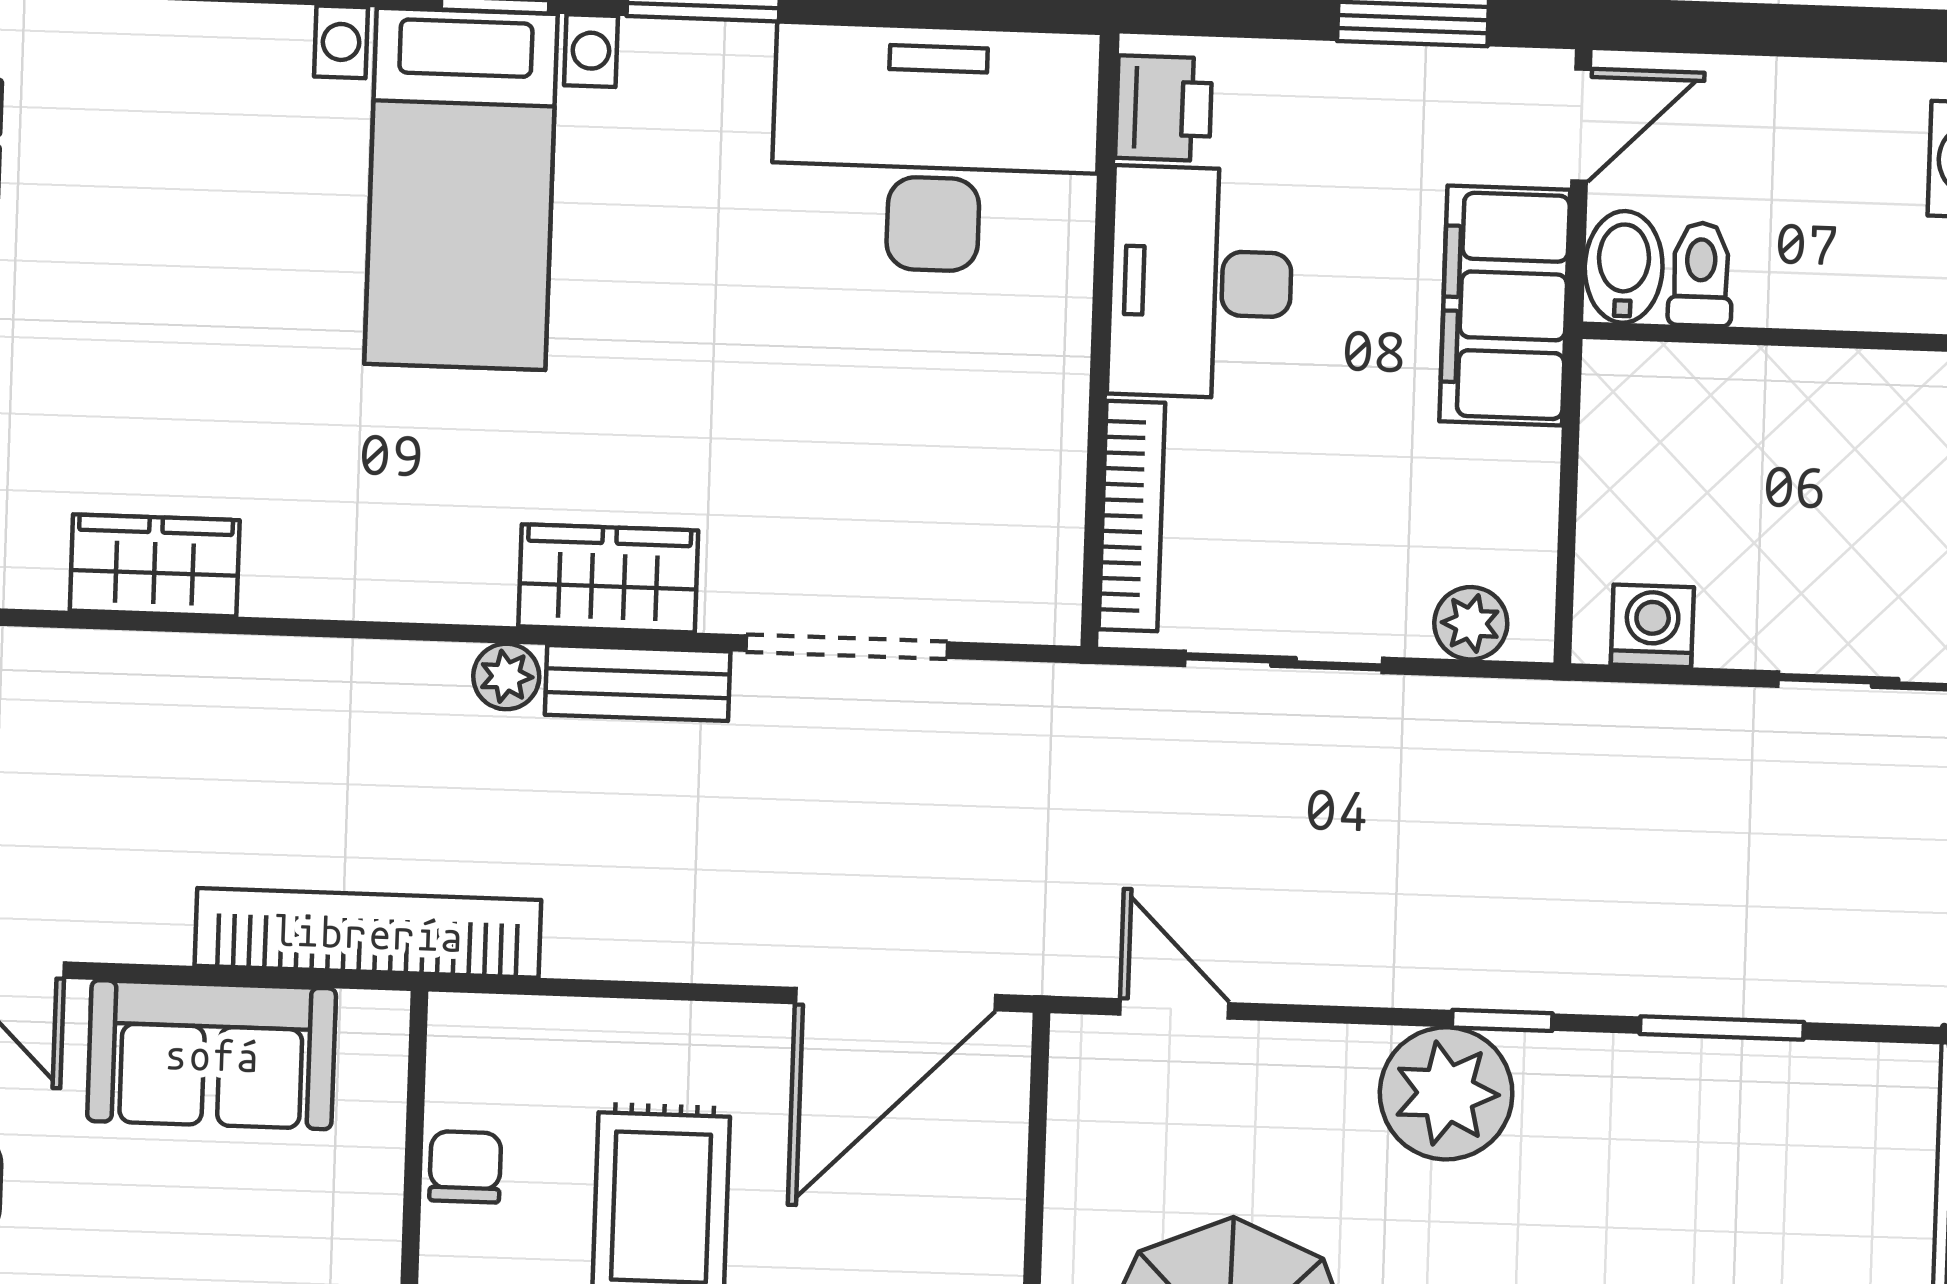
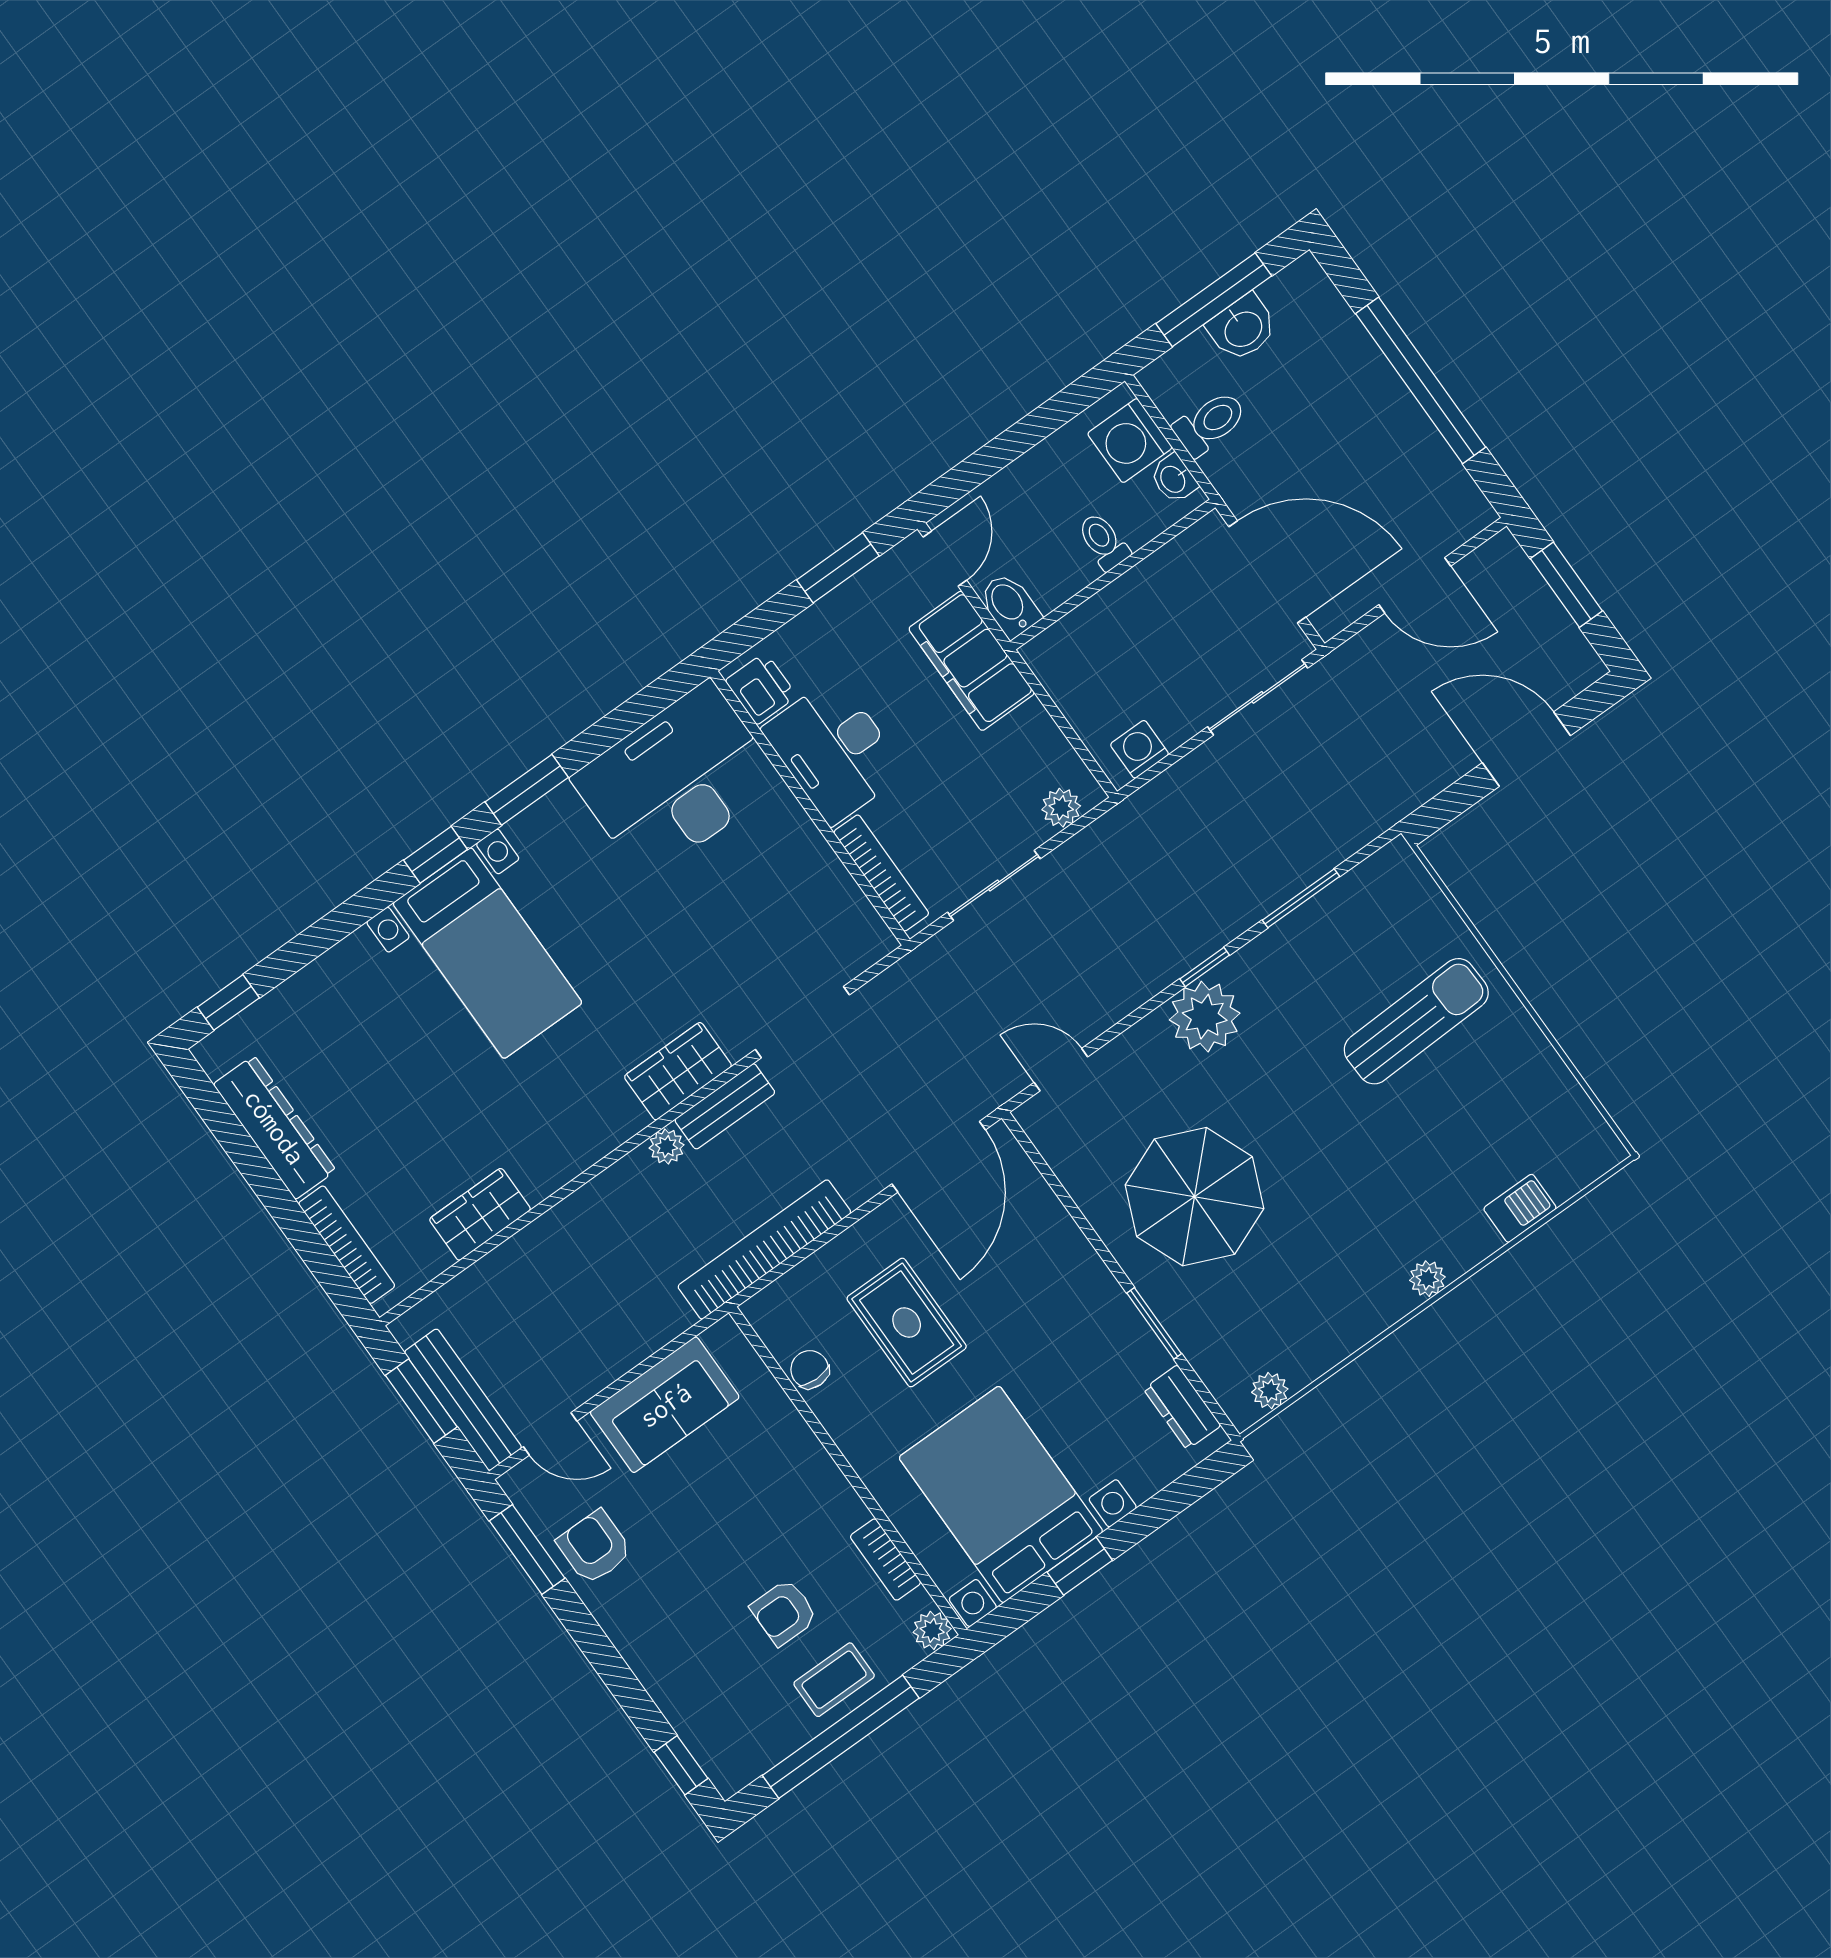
toilet: (1701, 274) -> (1103, 541), moved
bookcase: (368, 933) -> (764, 1249), moved

